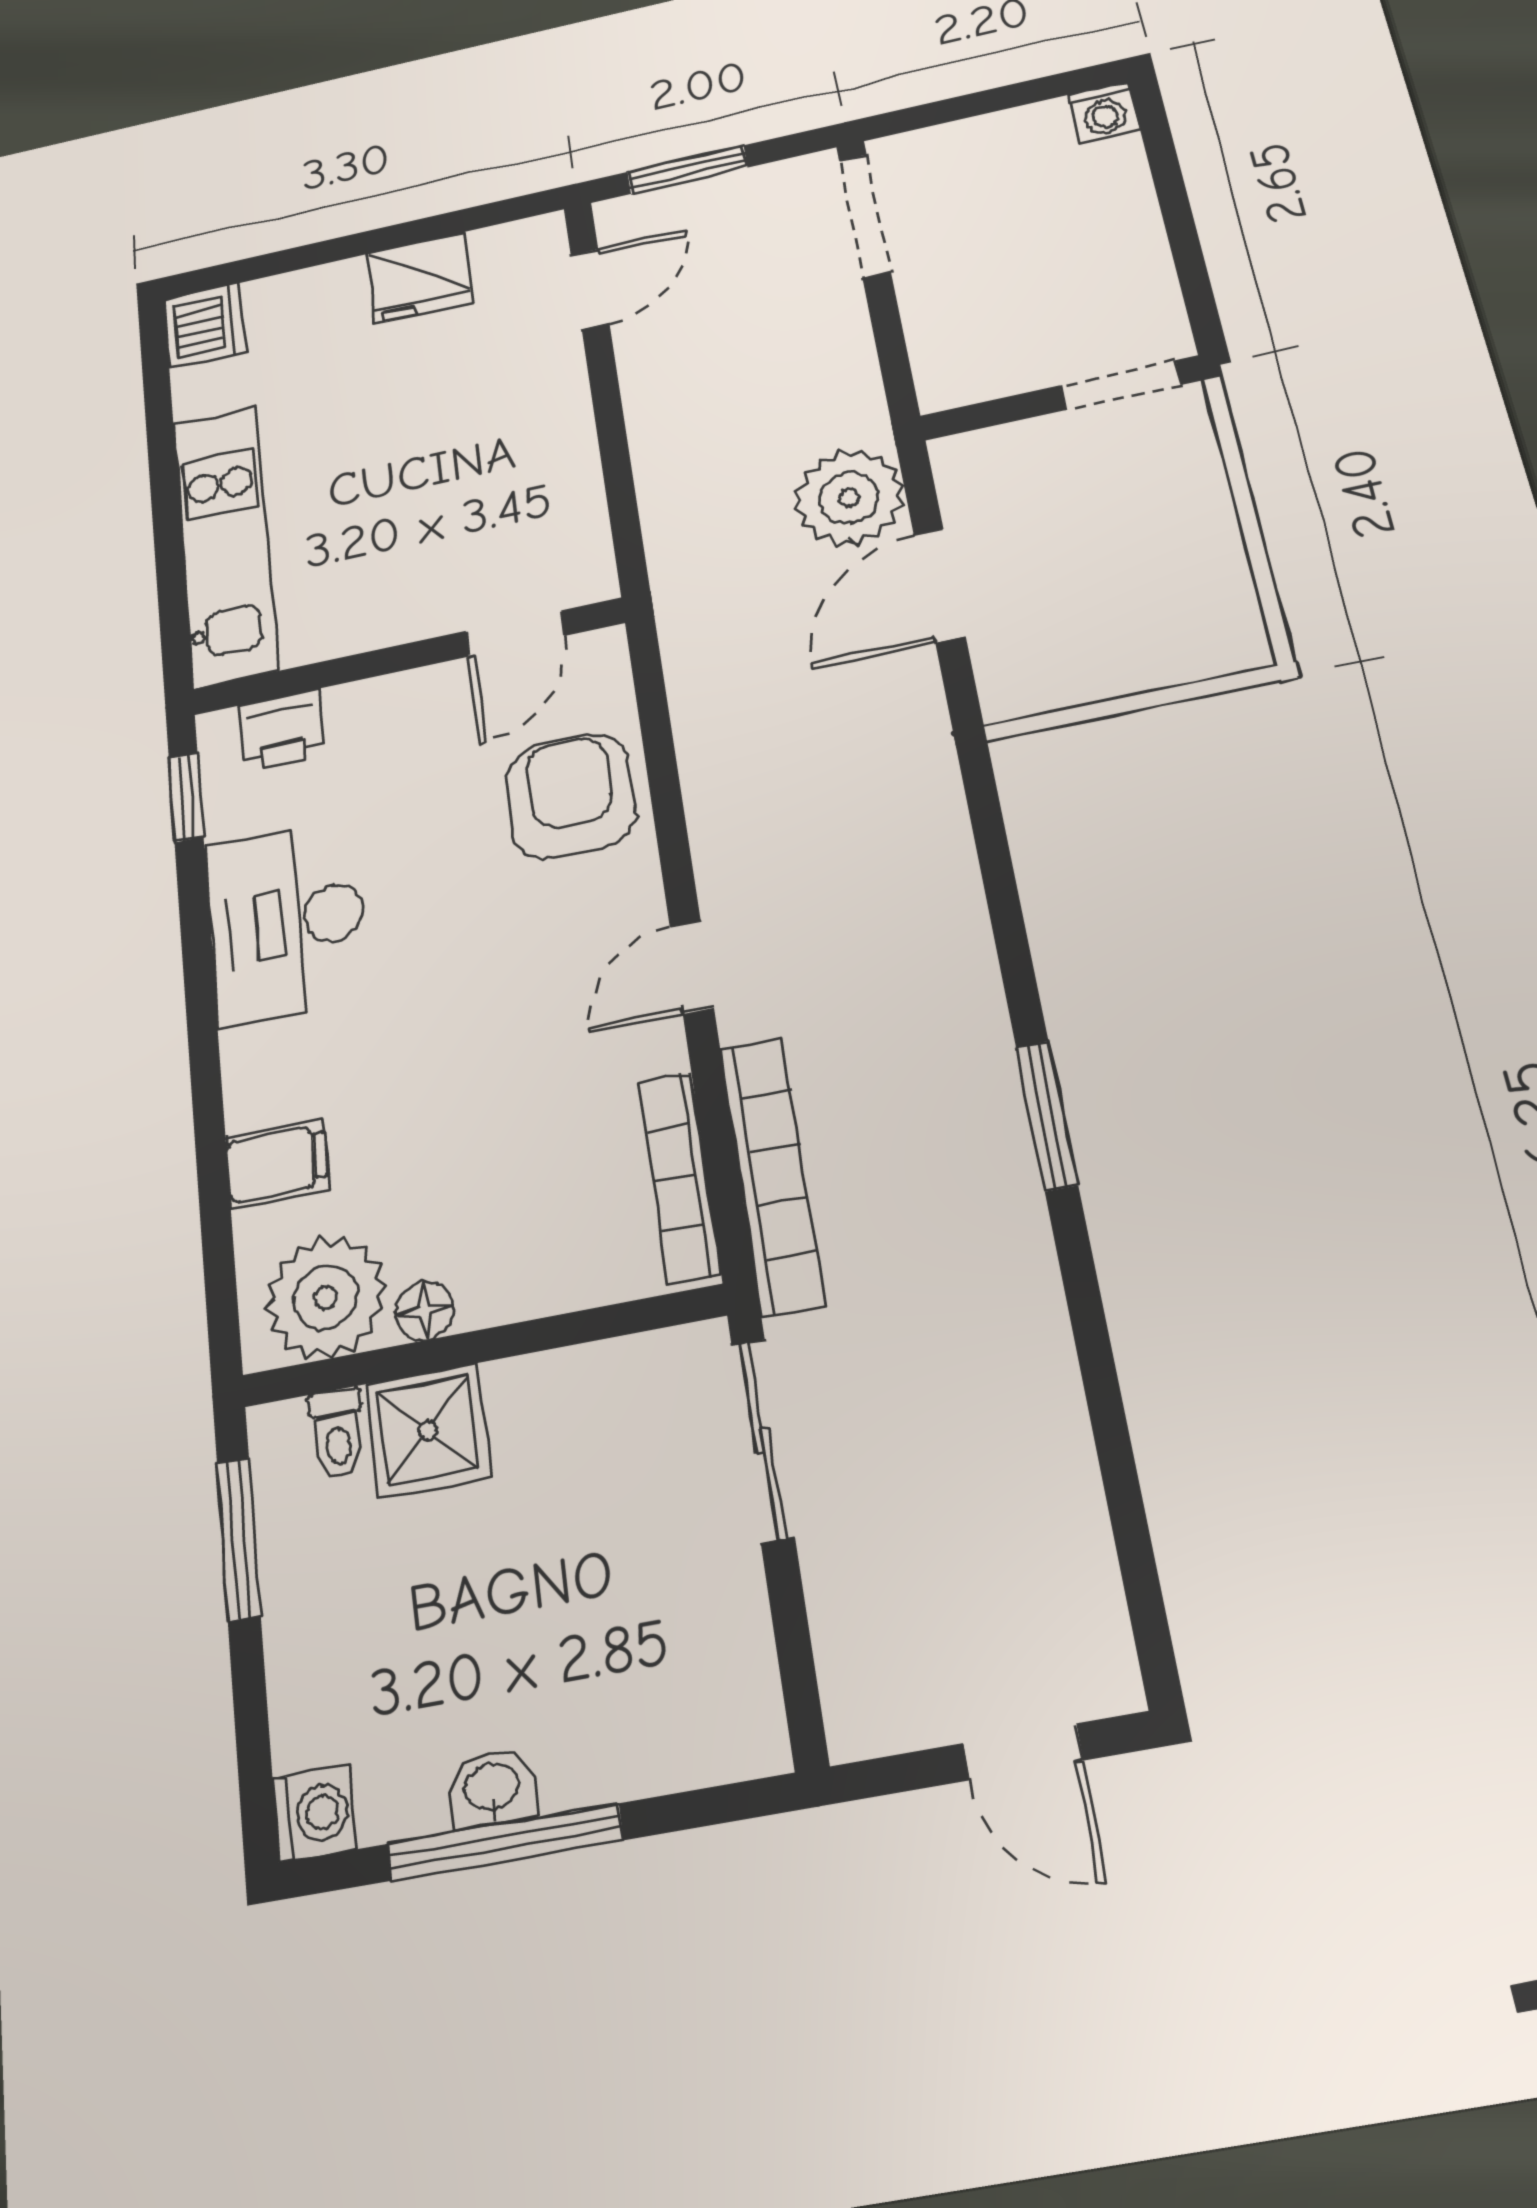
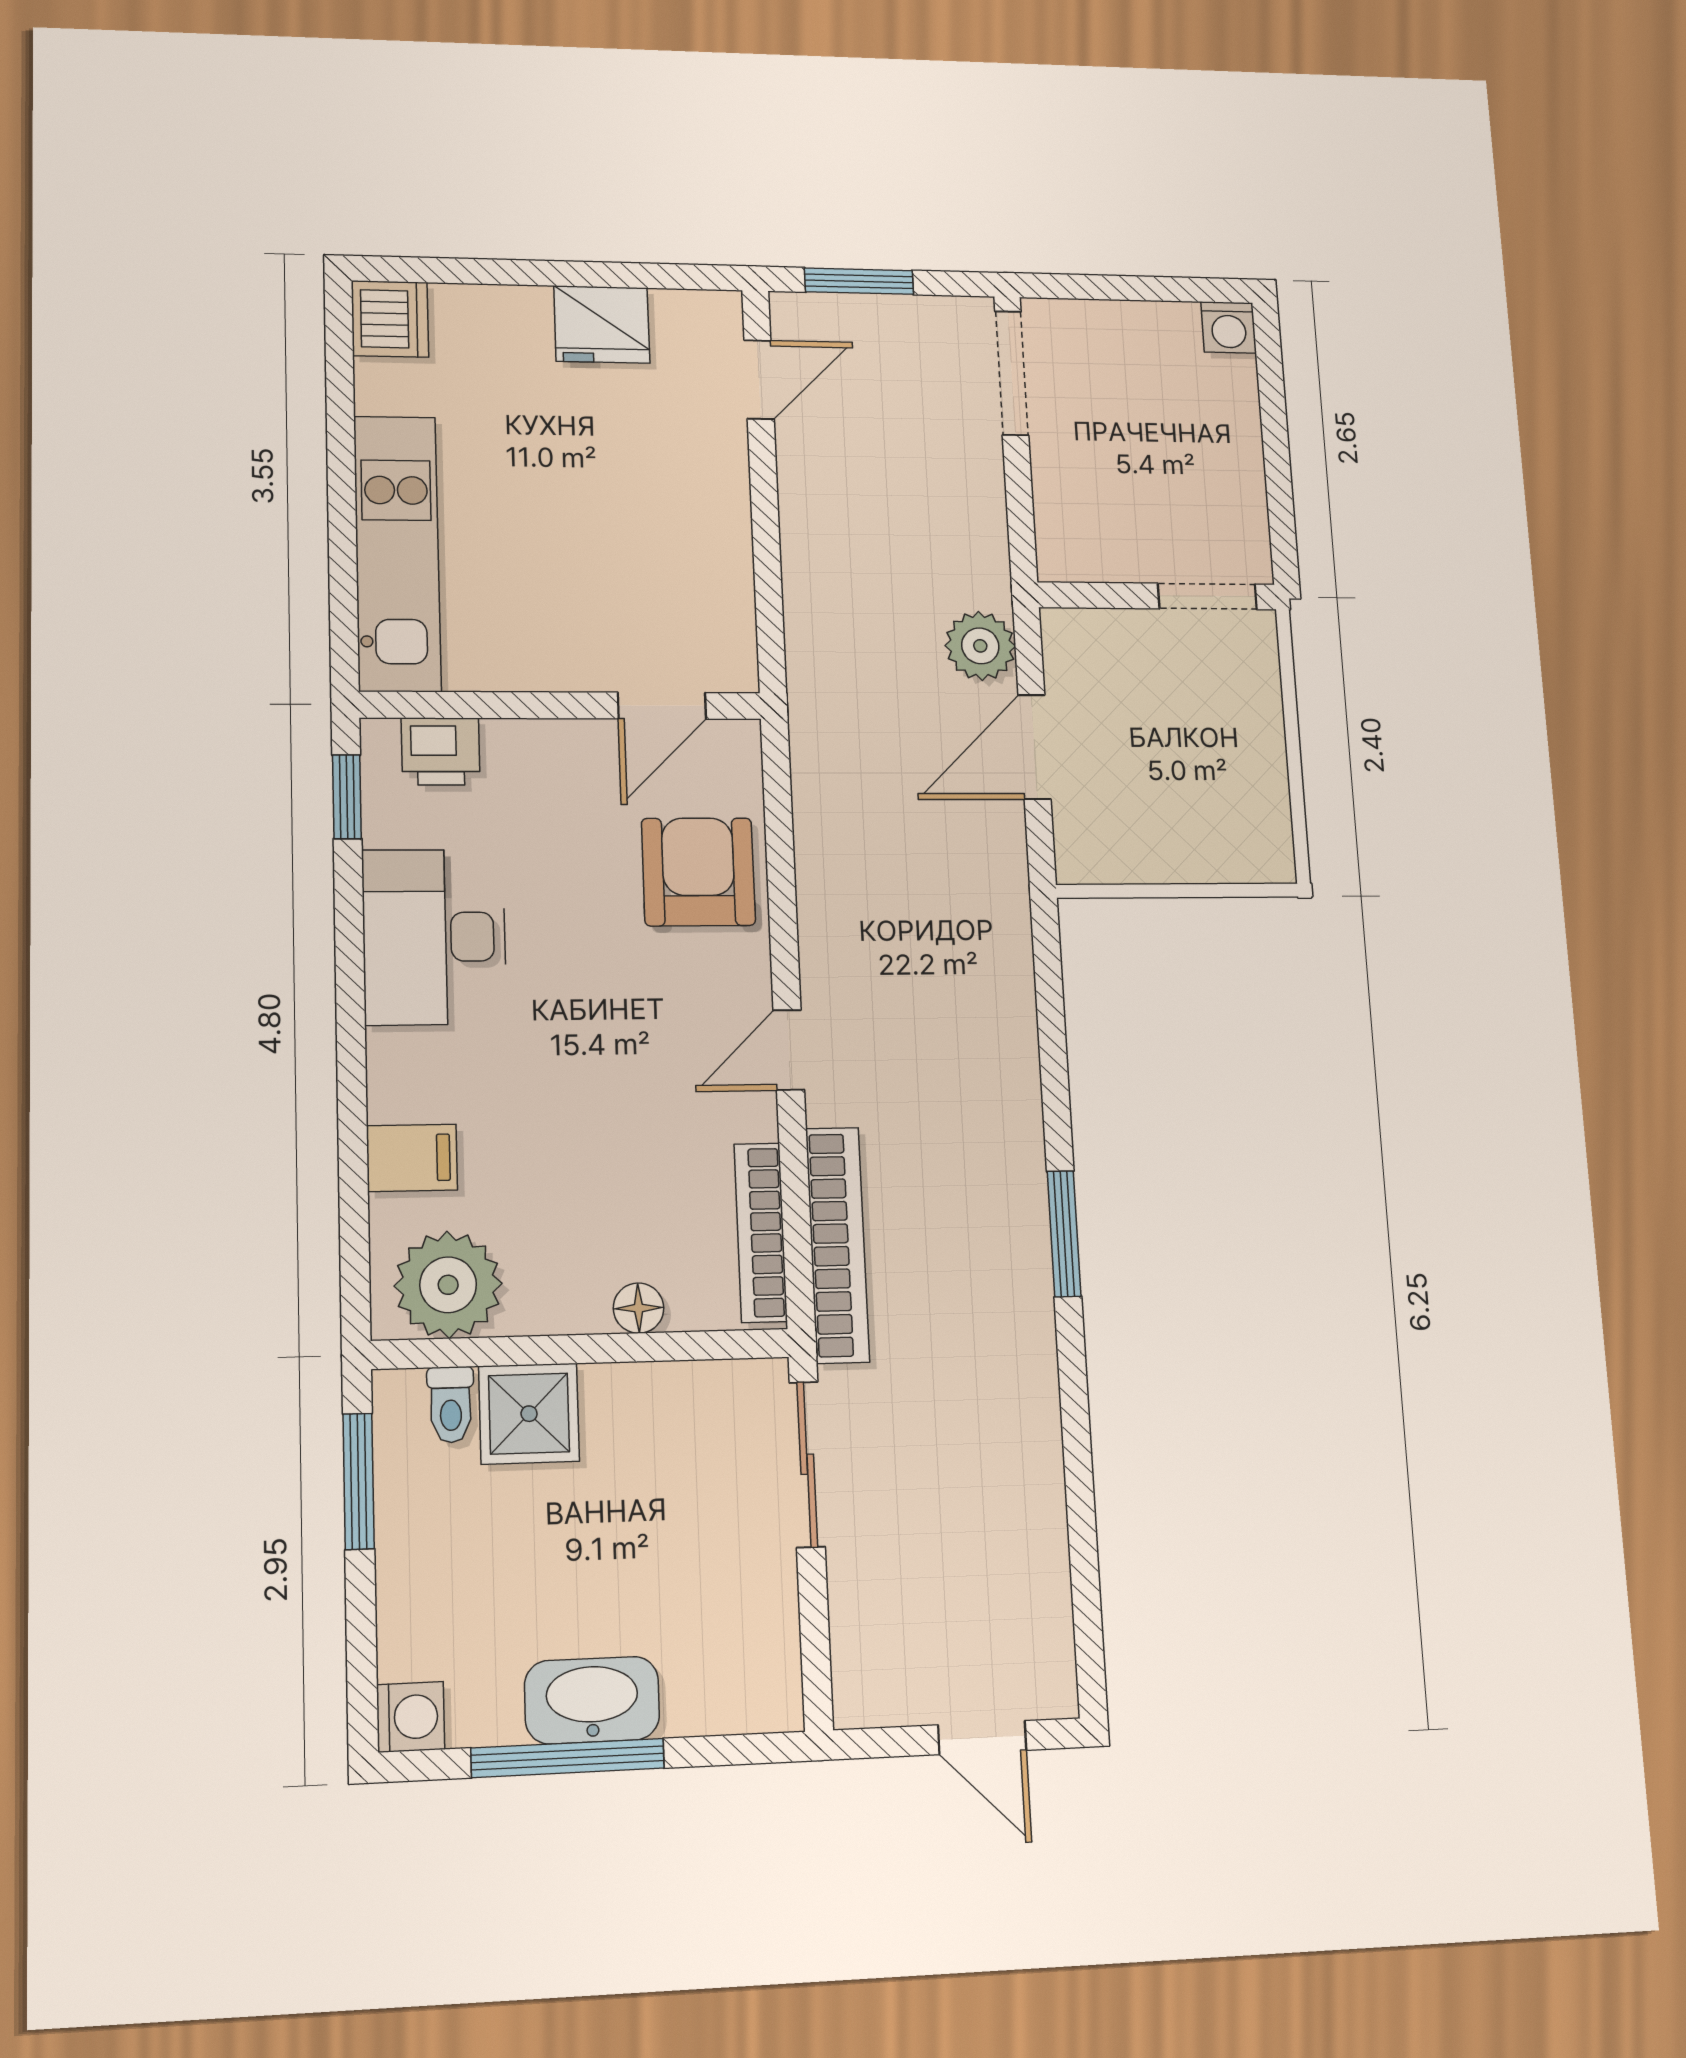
plant: (849, 498) -> (980, 646), width x0.73, depth x0.73
floor lamp: (425, 1311) -> (639, 1308), moved
washbasin: (492, 1789) -> (592, 1700), width x1.91, depth x1.45

